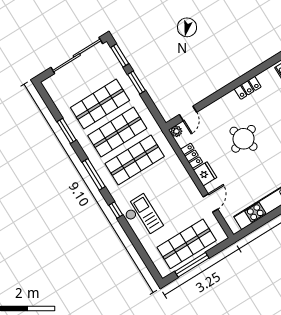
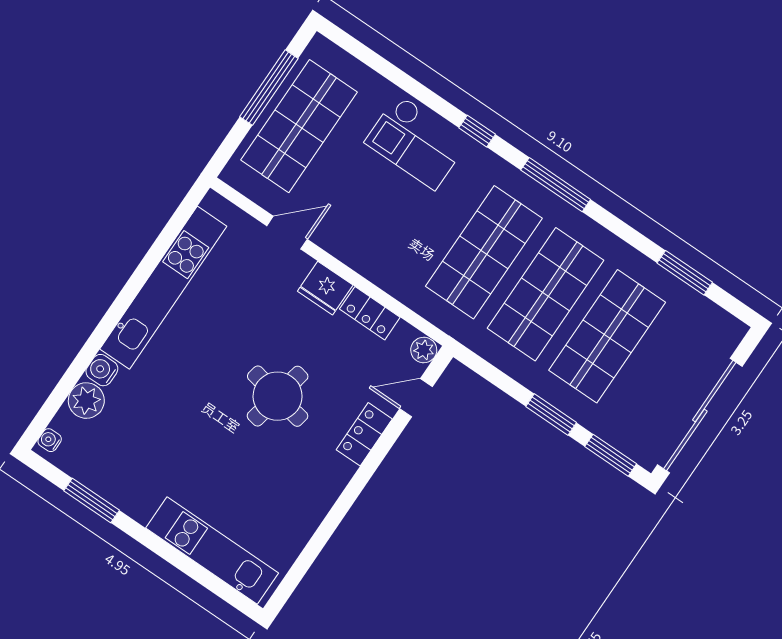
locker: (248, 88) -> (364, 434), moved
door: (188, 113) -> (416, 398), hinge flipped
window: (67, 131) -> (685, 273), moved
round table: (244, 139) -> (278, 396), turned 30
door: (210, 203) -> (287, 233), swing flipped

